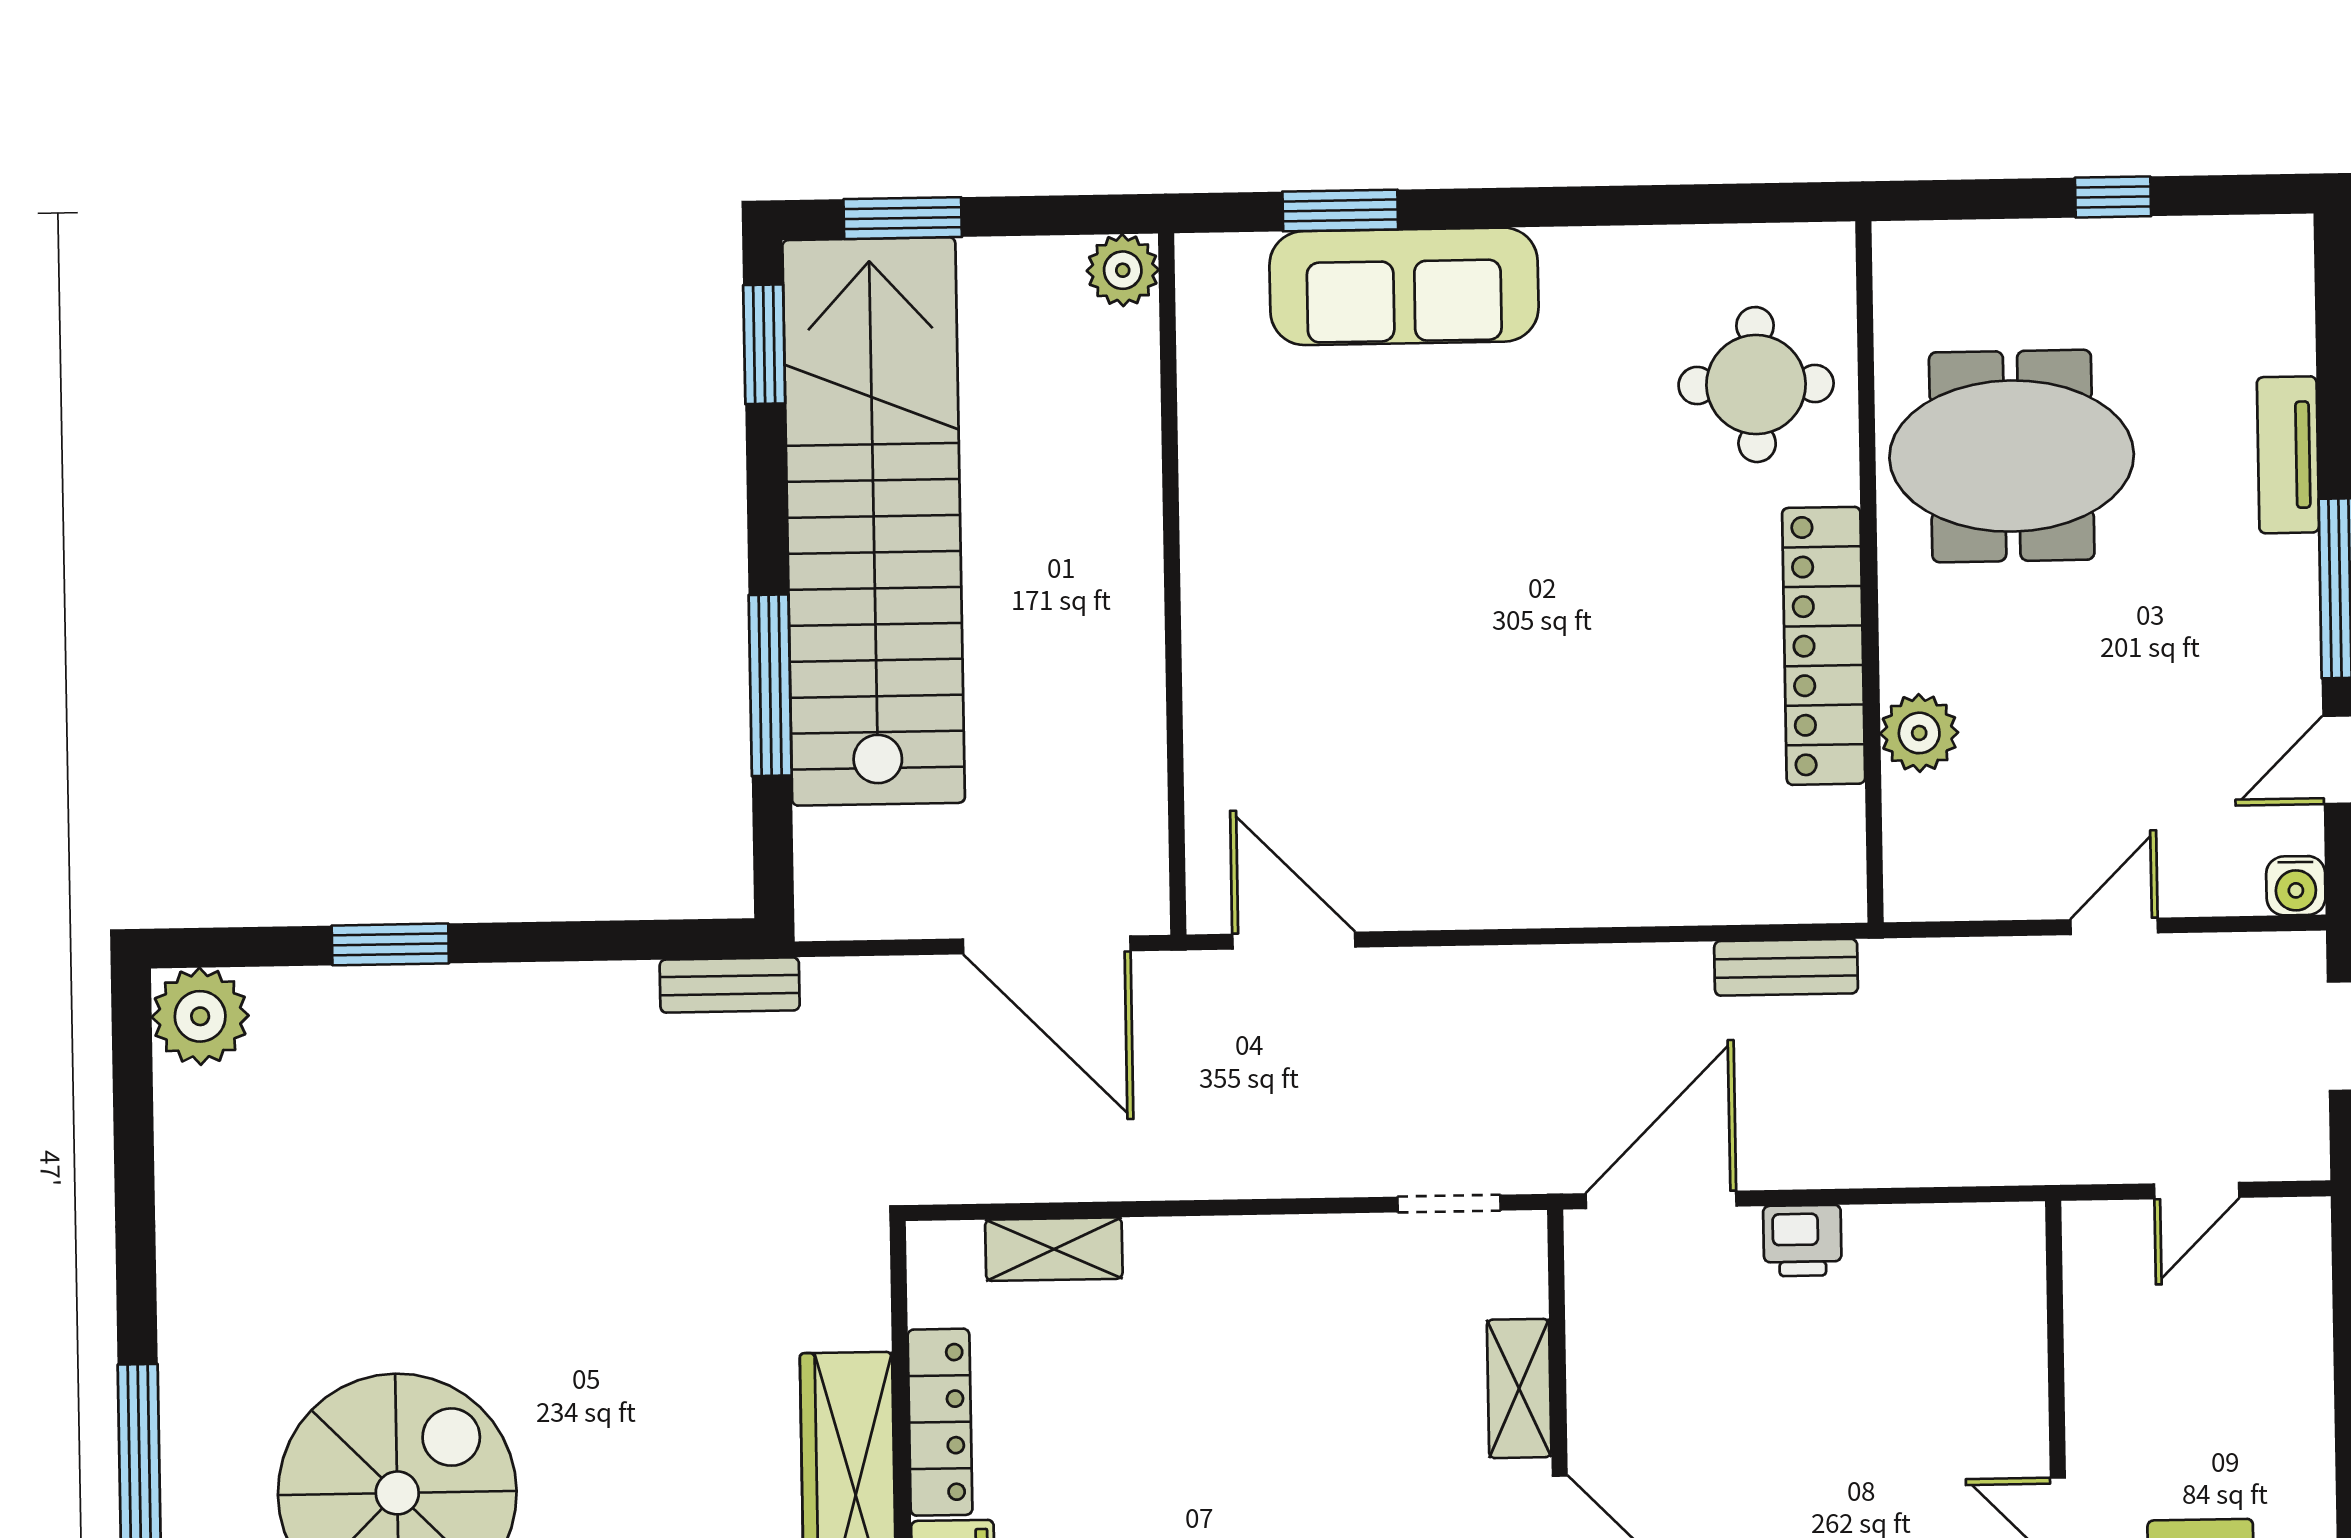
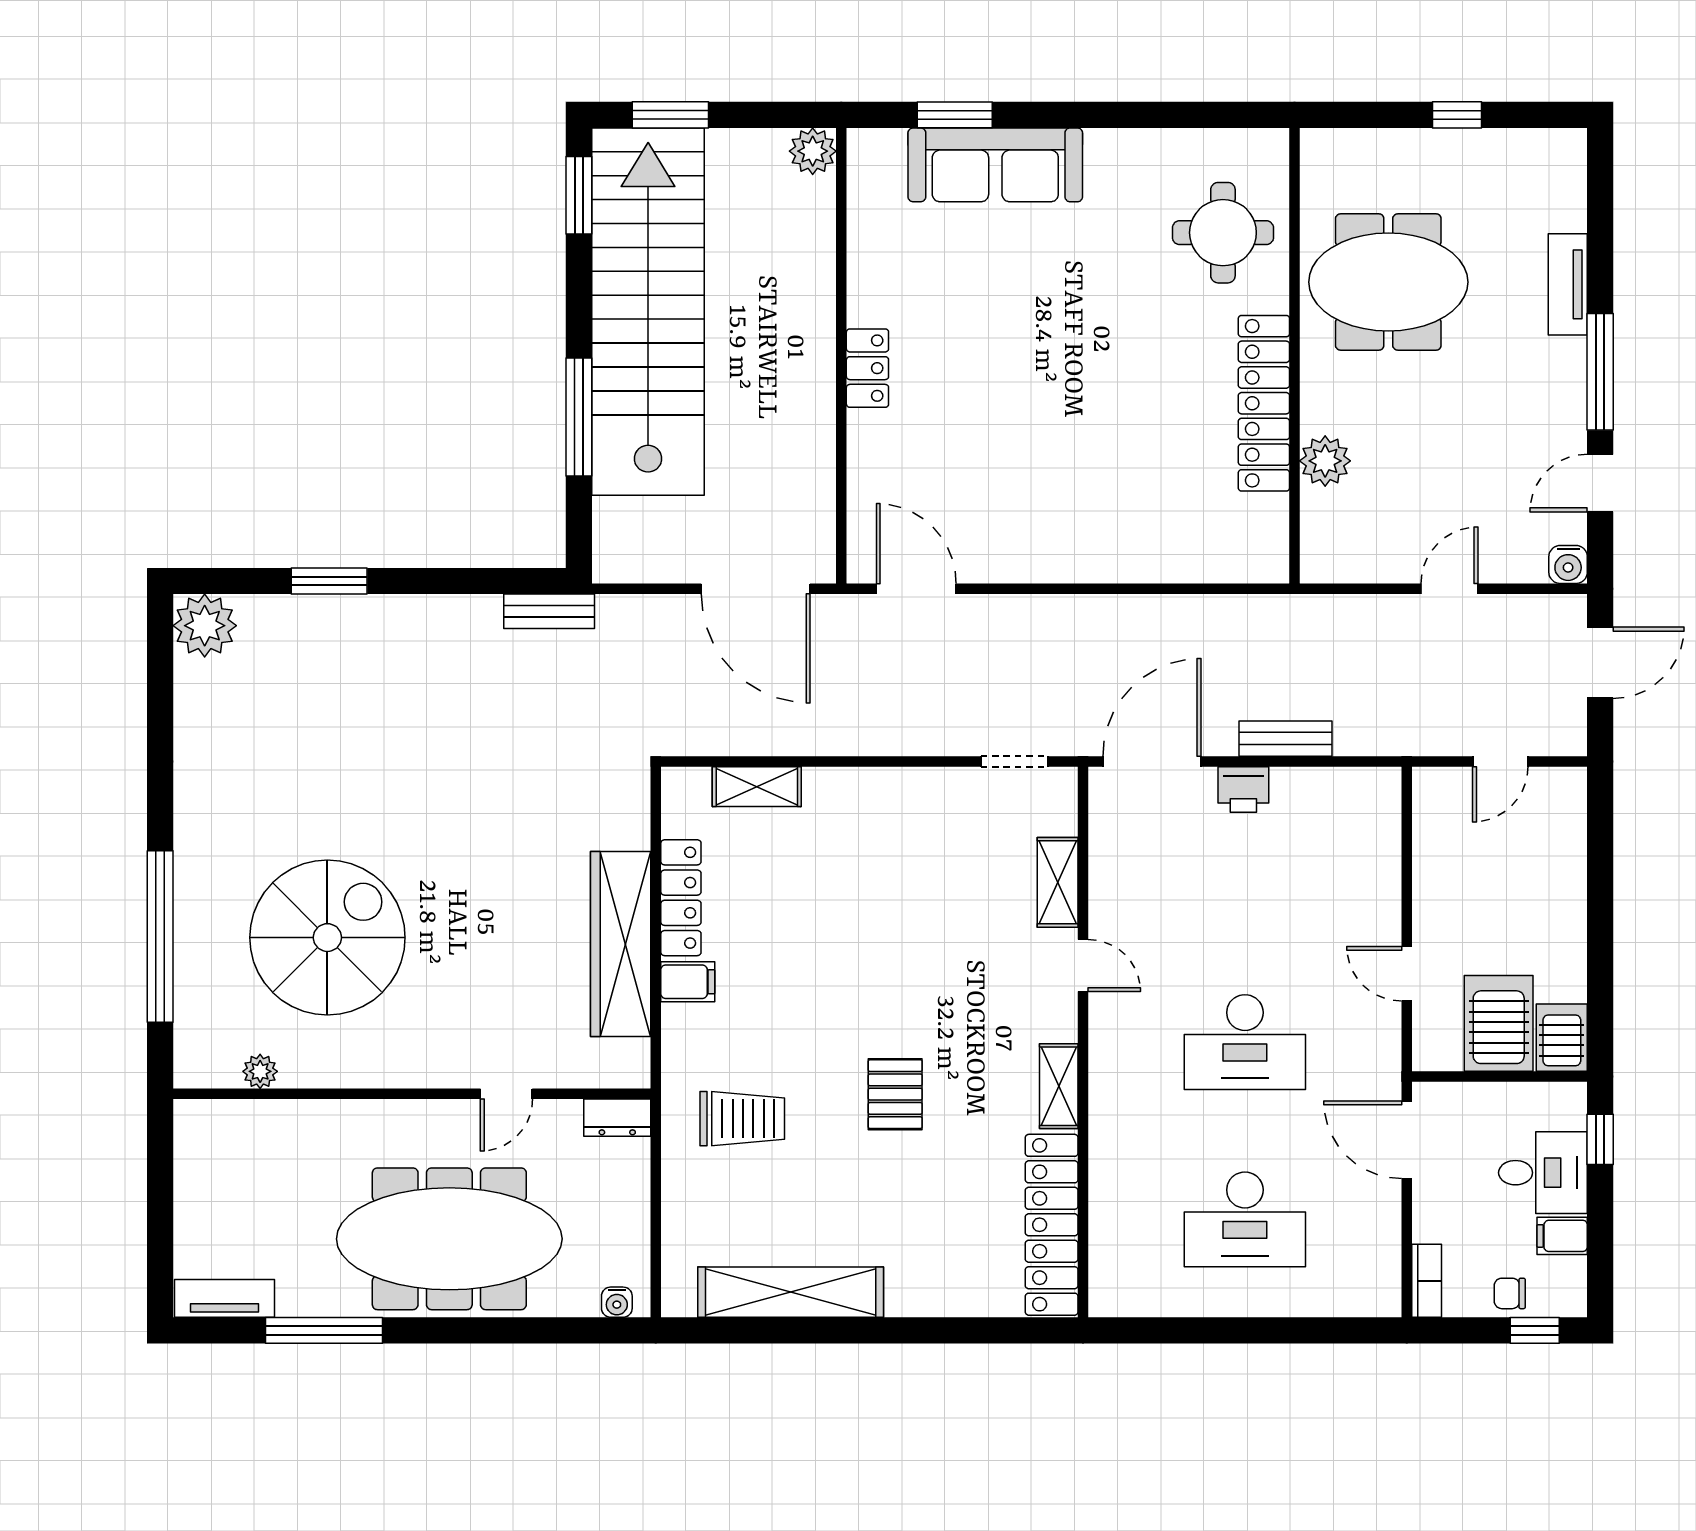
locker: (1213, 603) -> (867, 368), added
bench: (1786, 967) -> (1286, 739), moved

